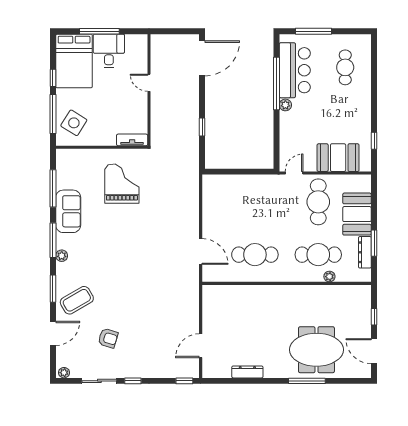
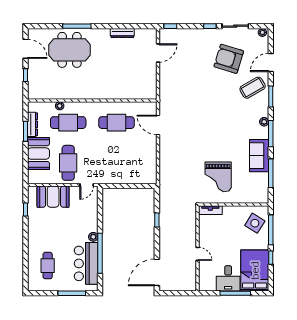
armchair: (108, 338) -> (229, 59), width x1.88, depth x1.88

